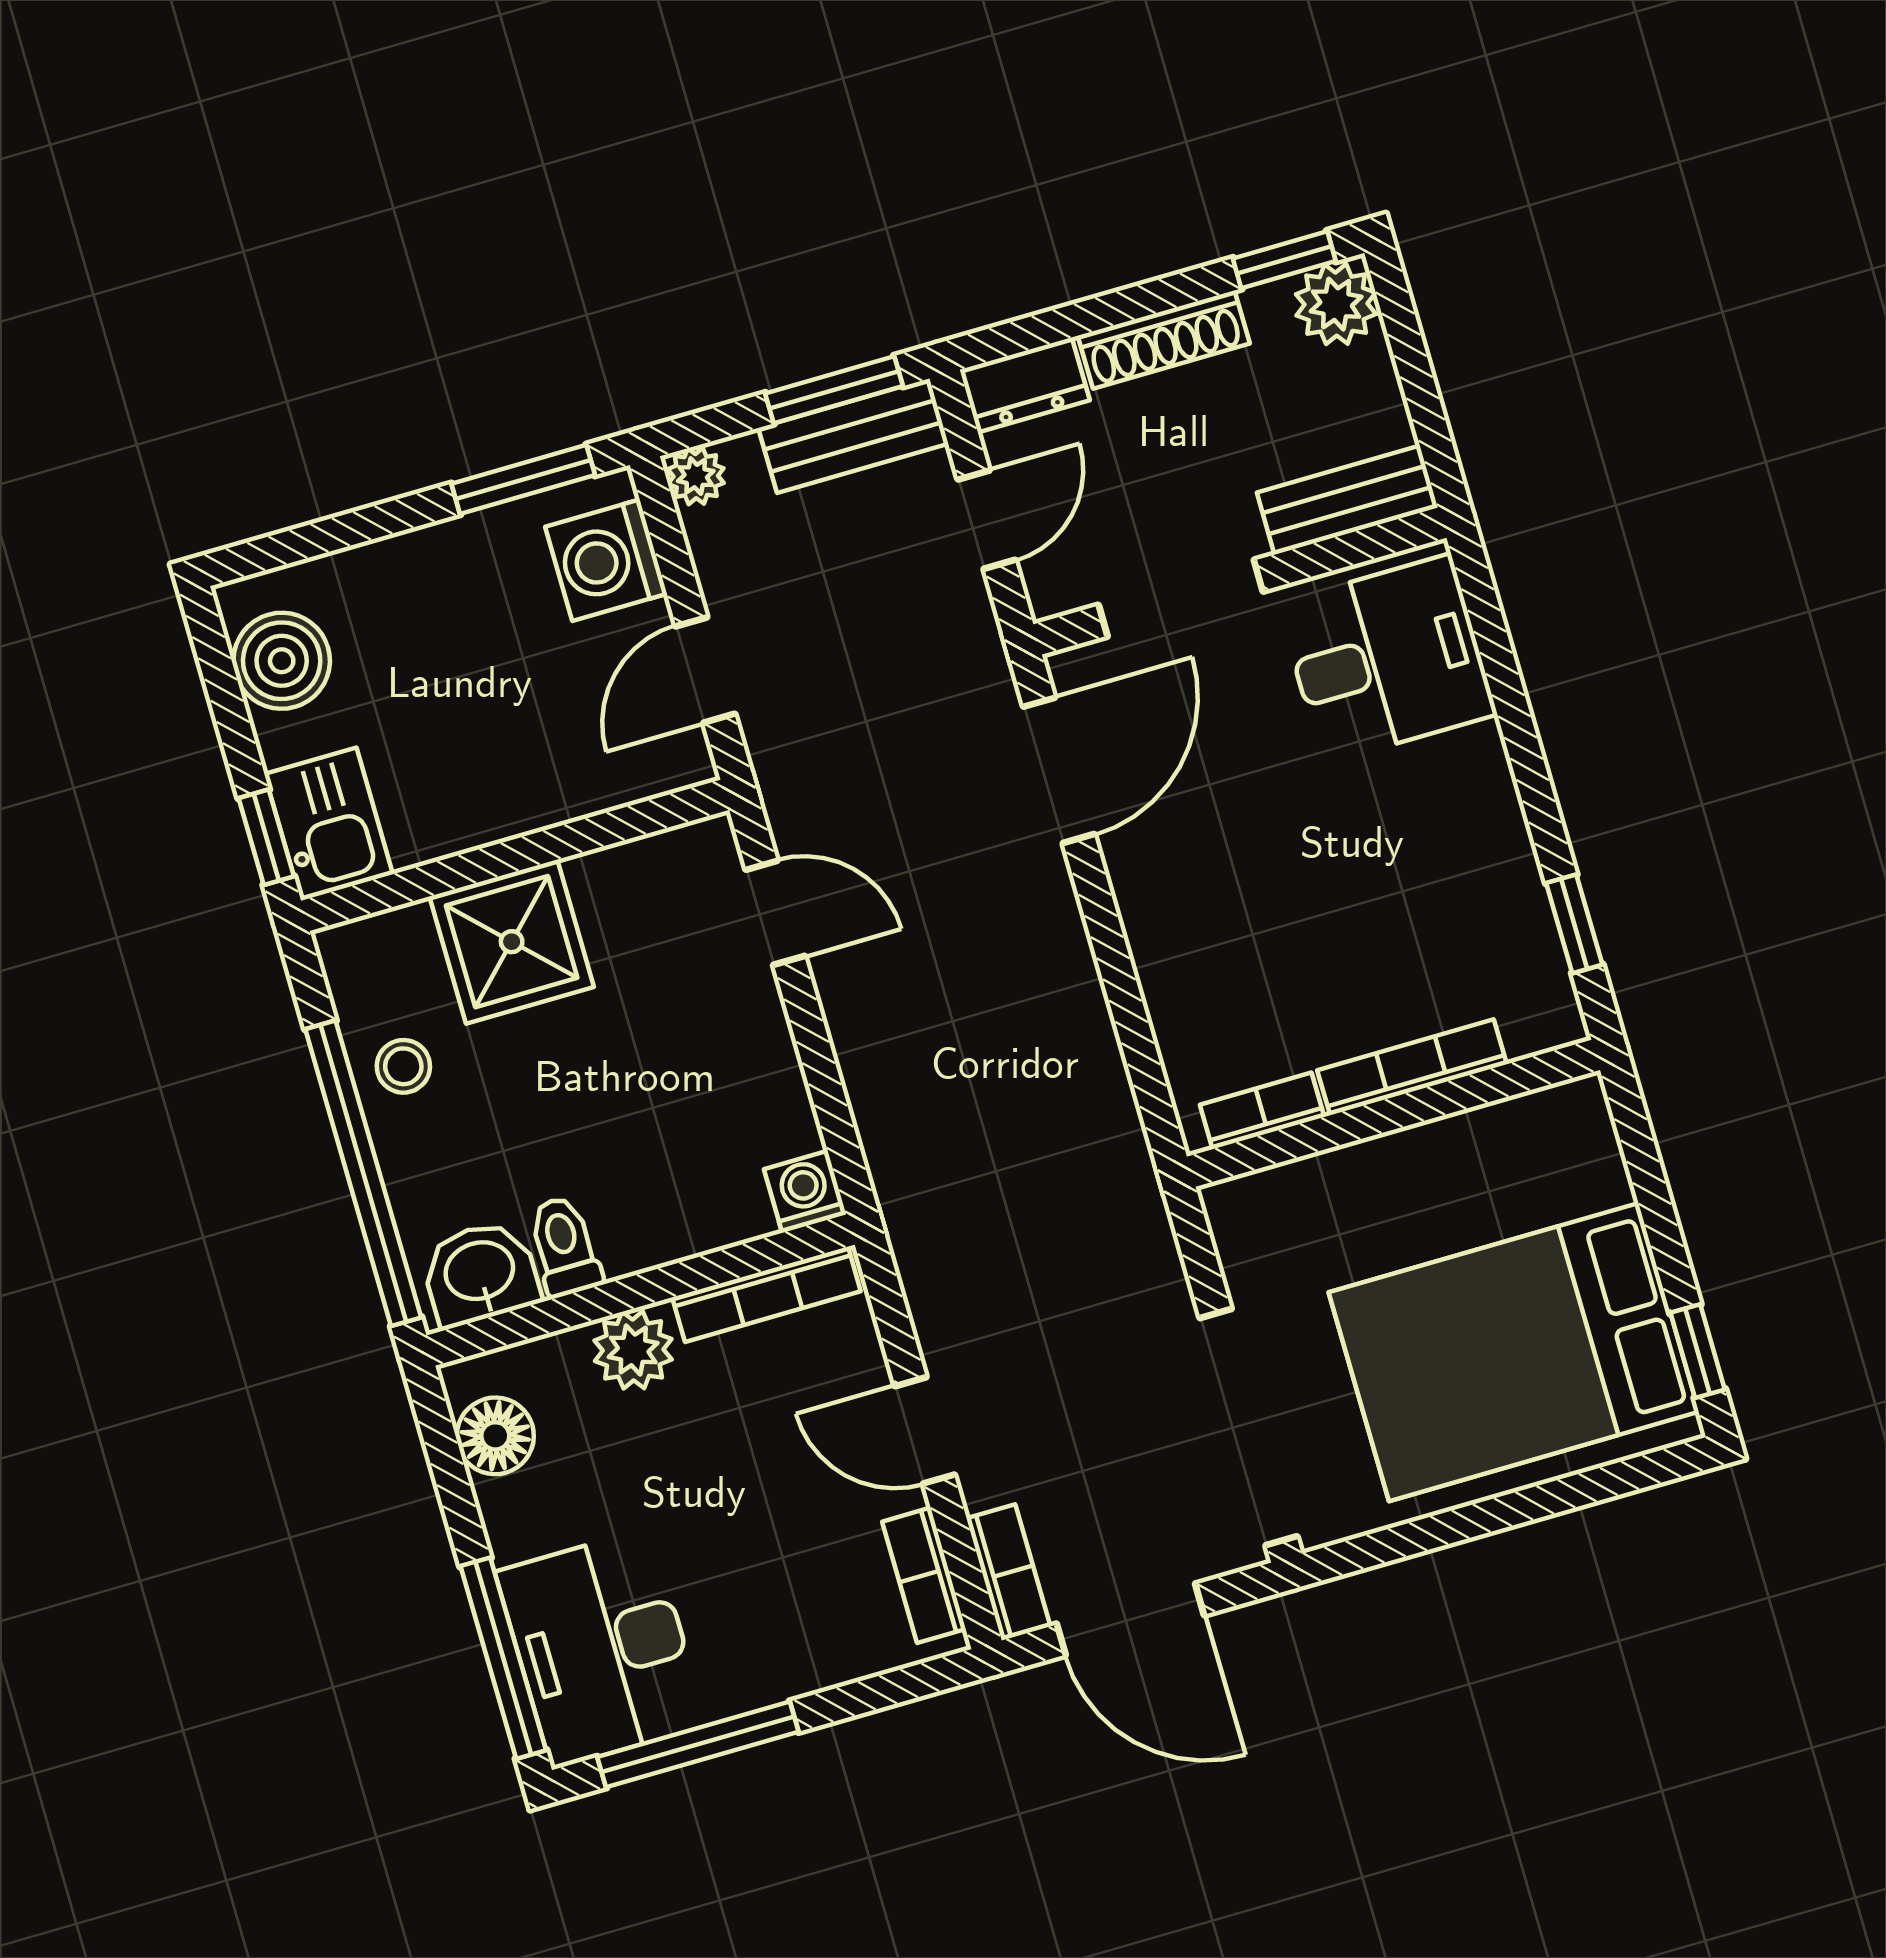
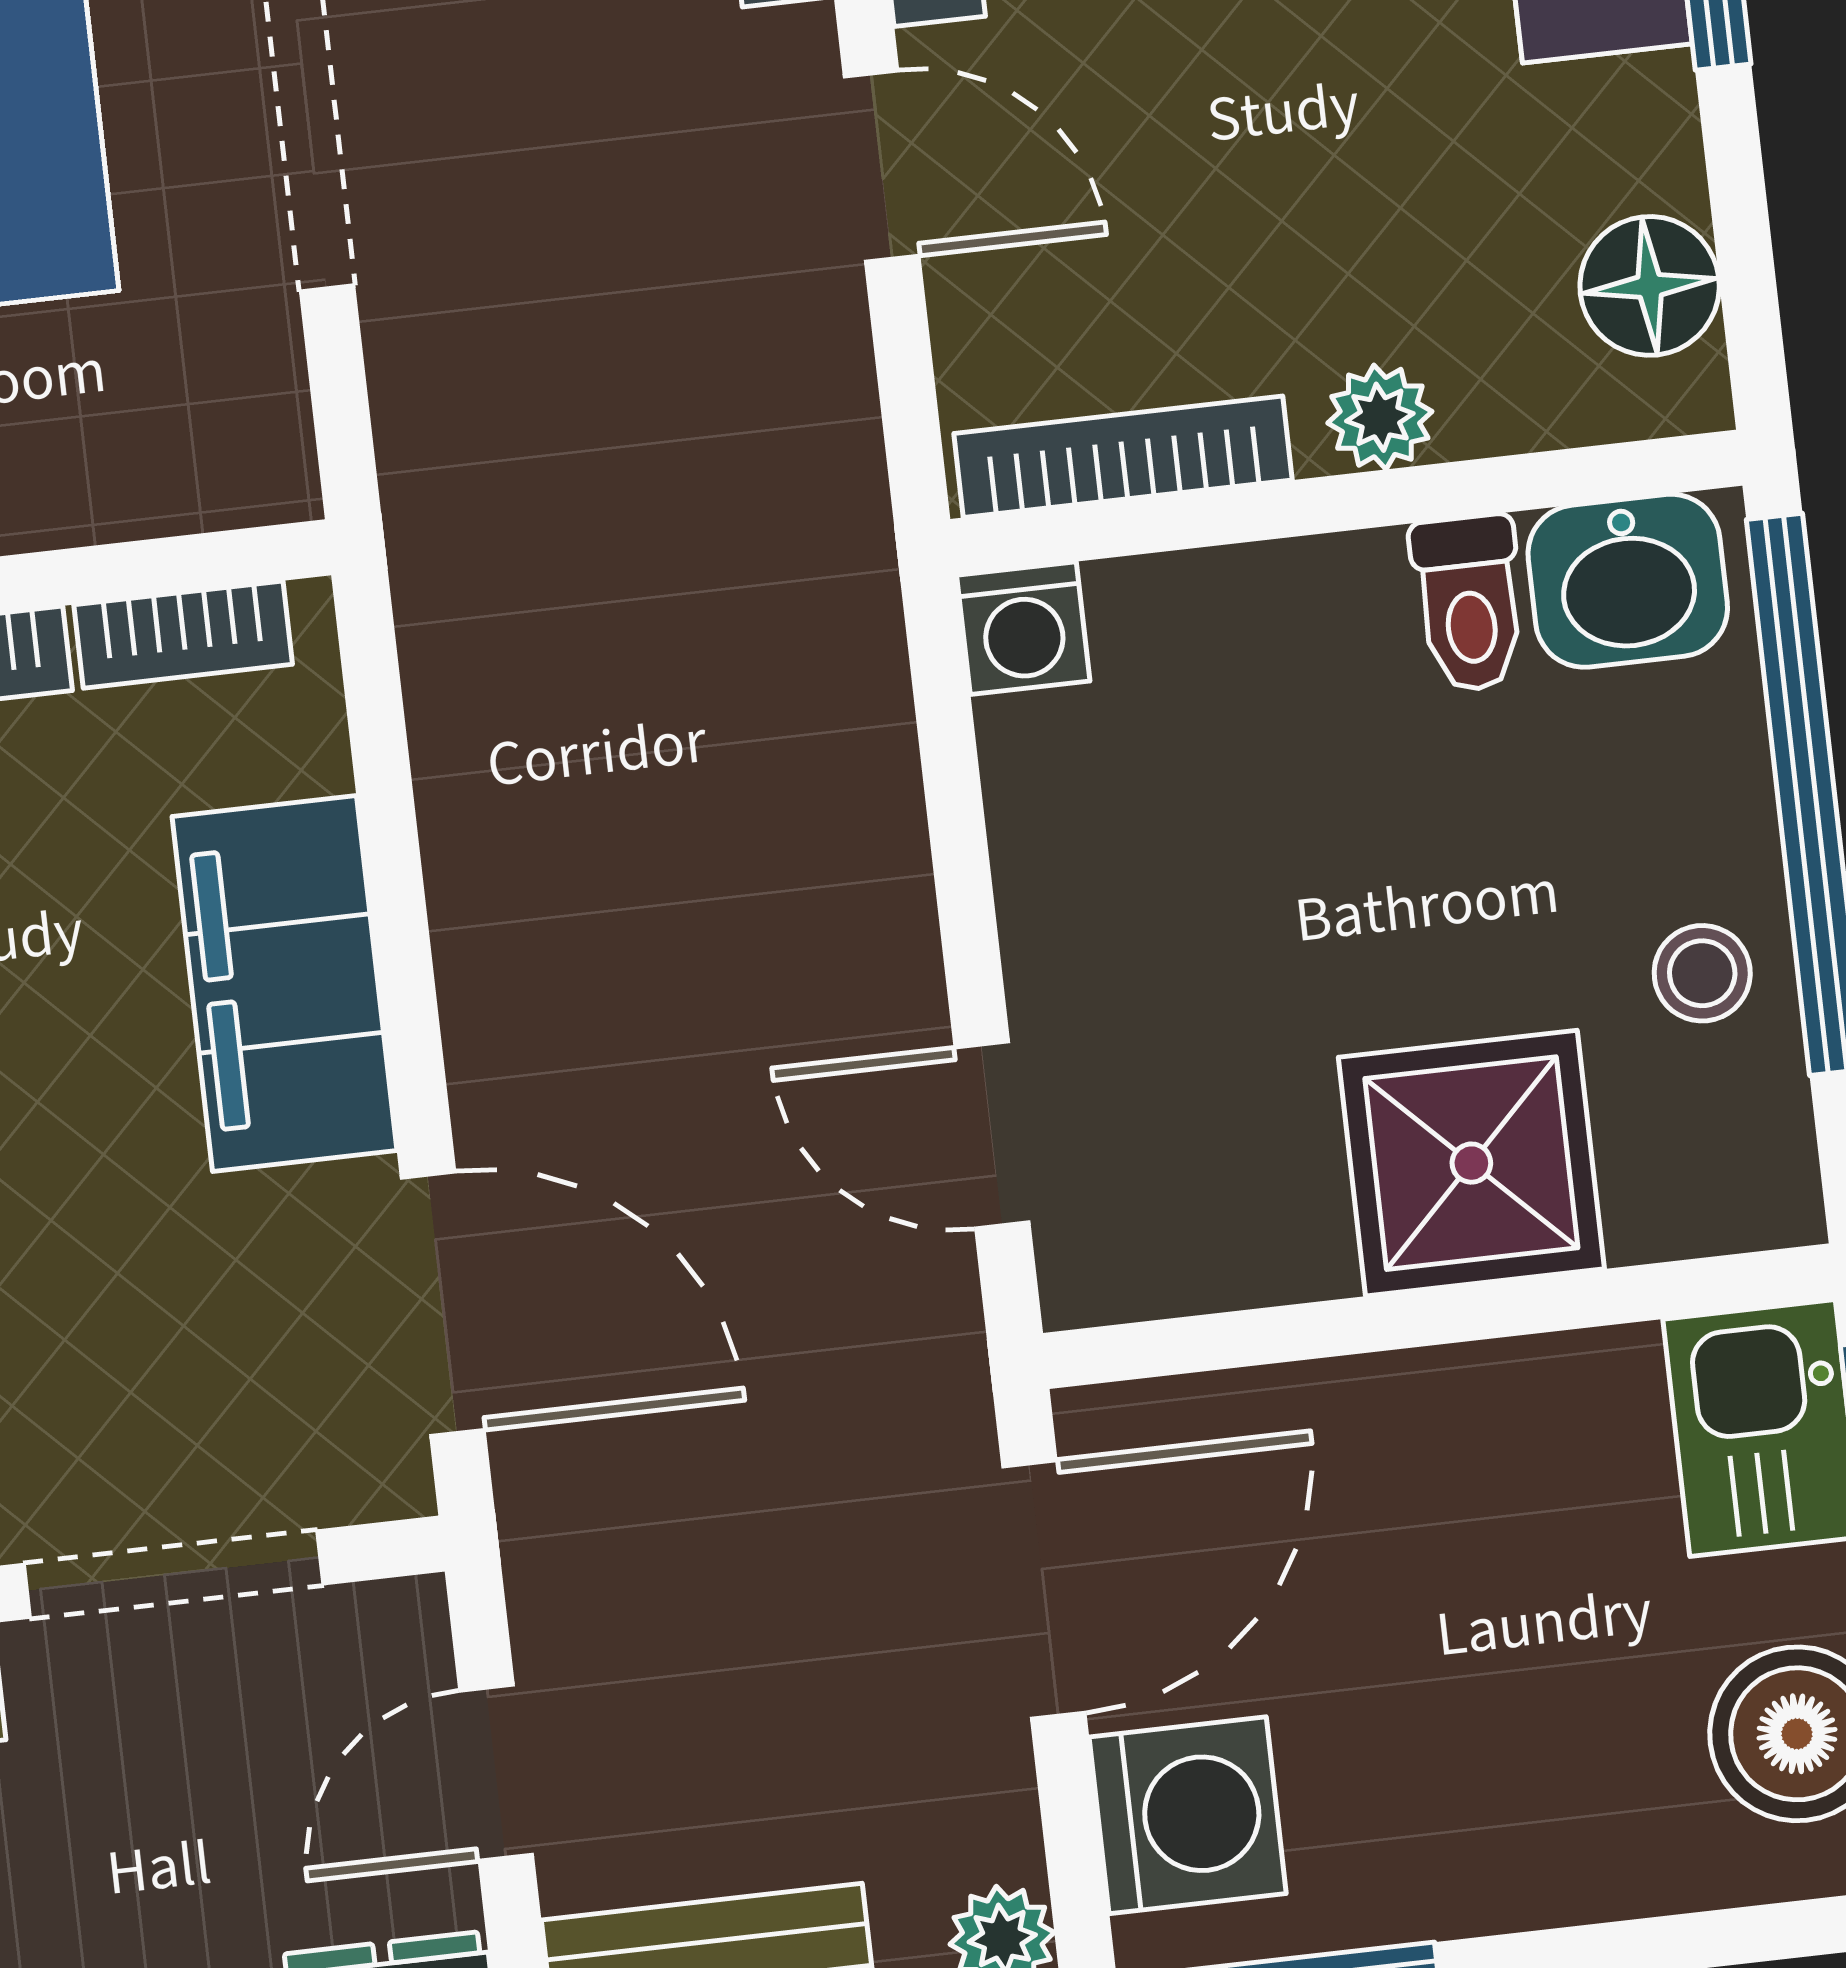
door: (705, 670) -> (1044, 1589), width x1.38
door: (1059, 770) -> (443, 1304), swing flipped
filing cabinet: (1175, 930) -> (285, 984), added
plant: (633, 1350) -> (1380, 417), width x0.73, depth x0.73

